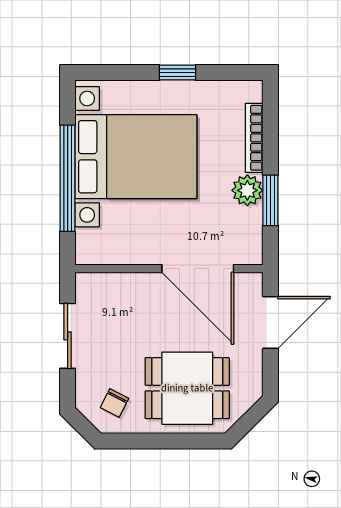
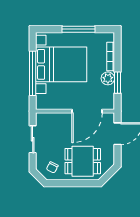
window: (177, 73) -> (79, 29), width x2.17
door: (198, 269) -> (87, 111), hinge flipped

